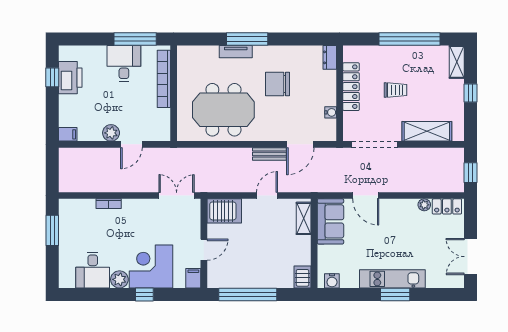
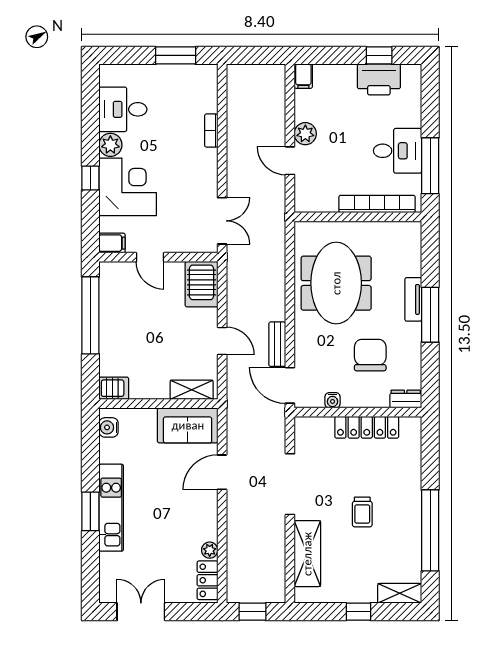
dresser: (330, 57) -> (406, 399), moved
locker: (351, 87) -> (367, 427), moved
wall: (340, 93) -> (358, 412), moved
water cooler: (331, 112) -> (333, 400), moved

